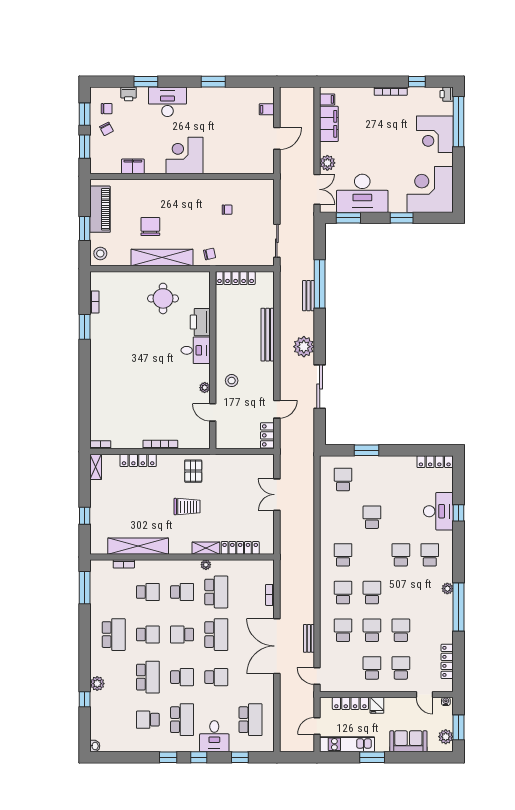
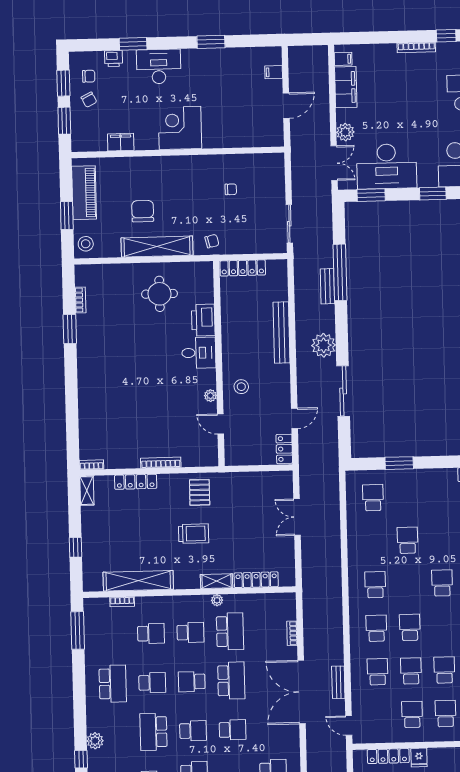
school desk: (148, 677) -> (153, 732), turned 180

